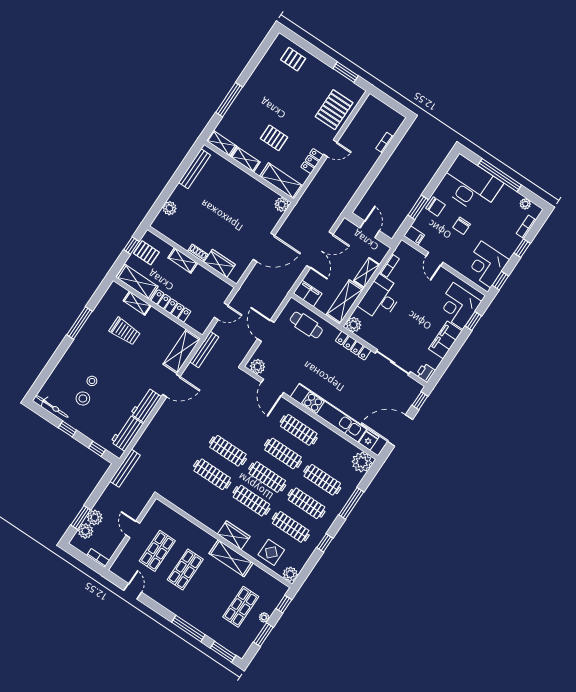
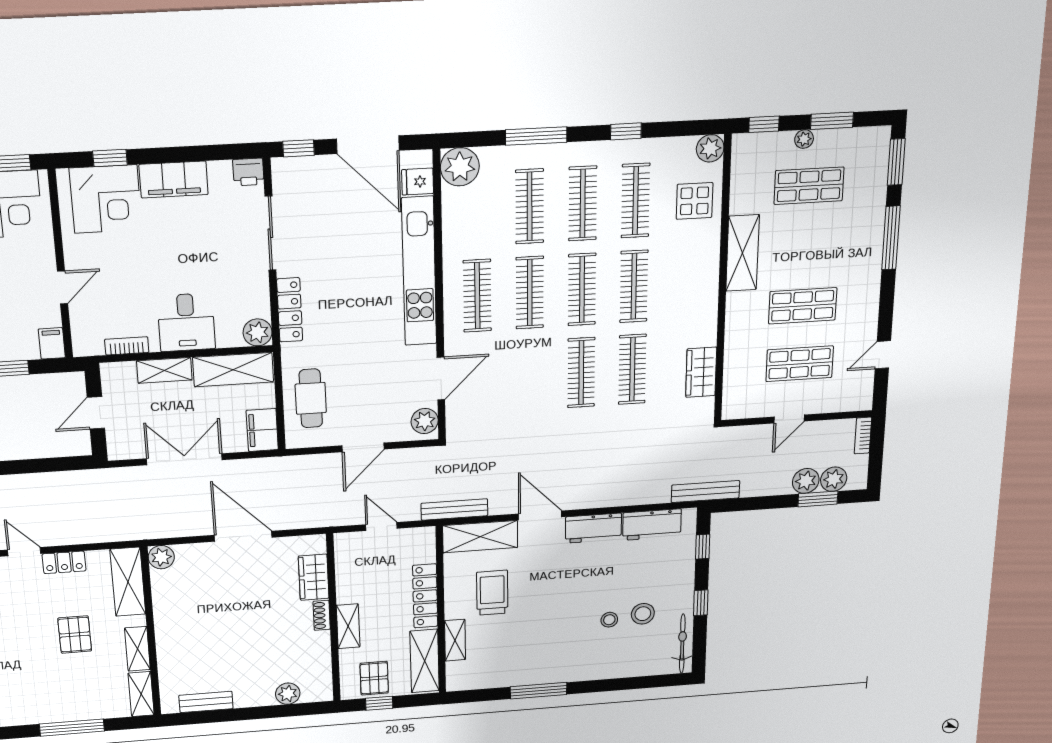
bench: (195, 169) -> (206, 702), width x0.73
desk: (381, 298) -> (186, 322), width x0.73
trolley: (125, 331) -> (492, 593), moved
wardrobe: (234, 535) -> (701, 372), moved

